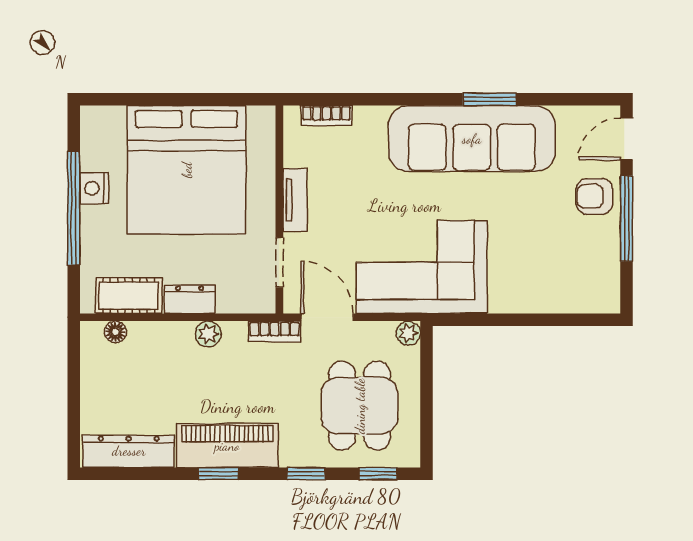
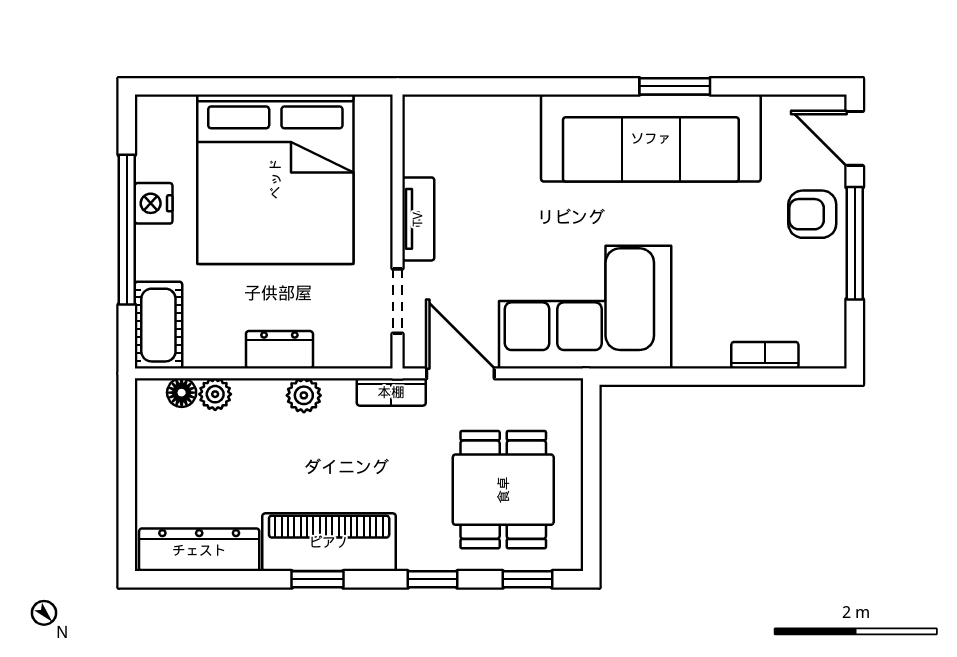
bookcase: (326, 116) -> (765, 355), moved, turned 180
door: (627, 139) -> (855, 138), hinge flipped
cot: (129, 296) -> (158, 325), moved, turned 90
plant: (408, 333) -> (215, 394), moved

